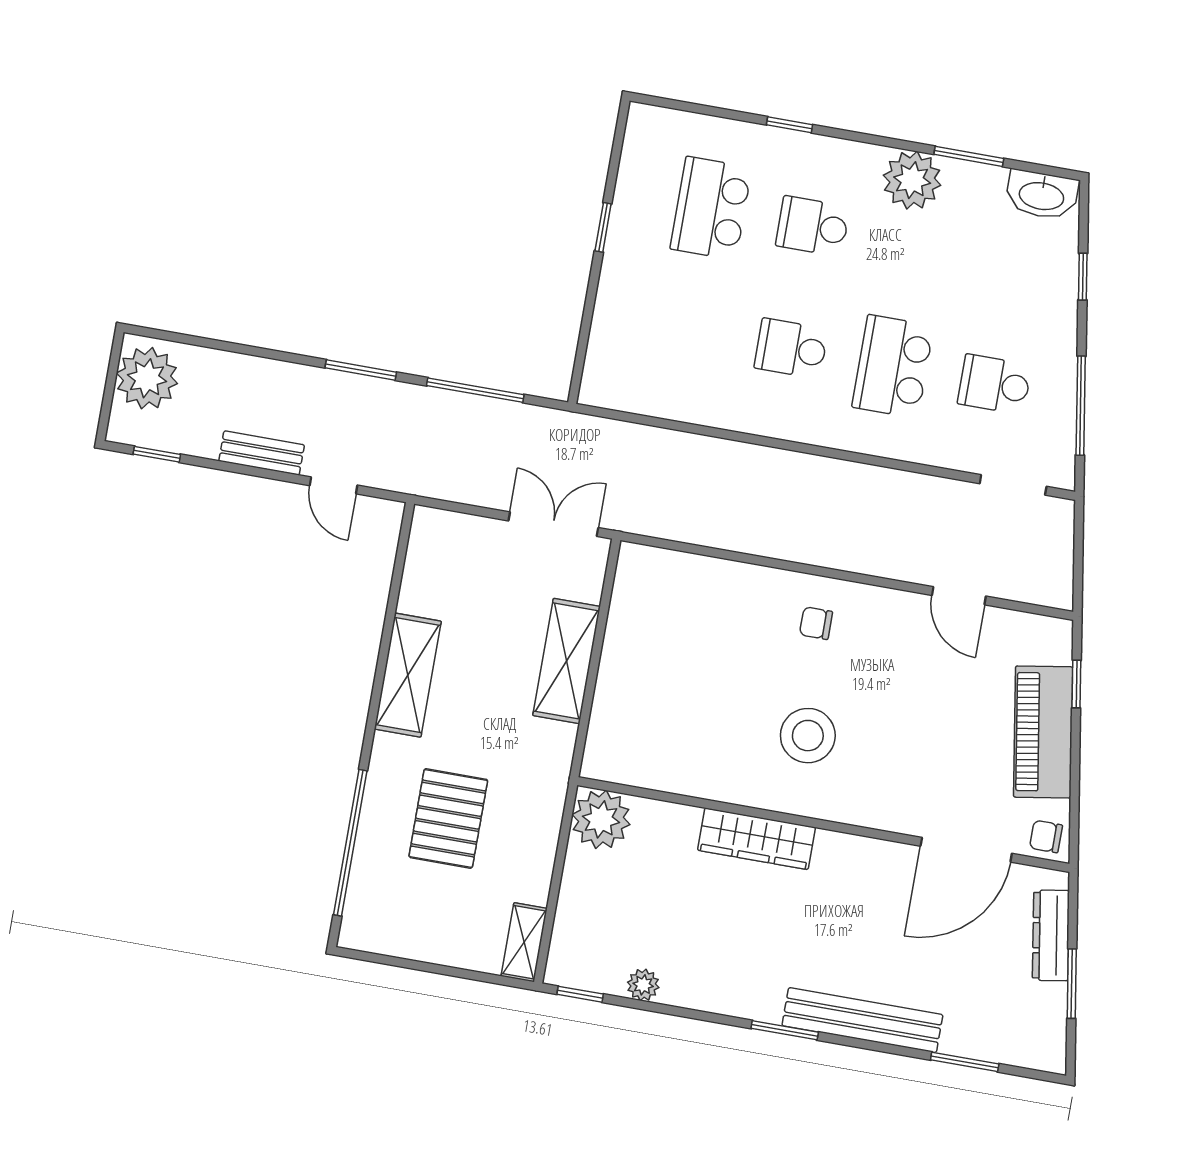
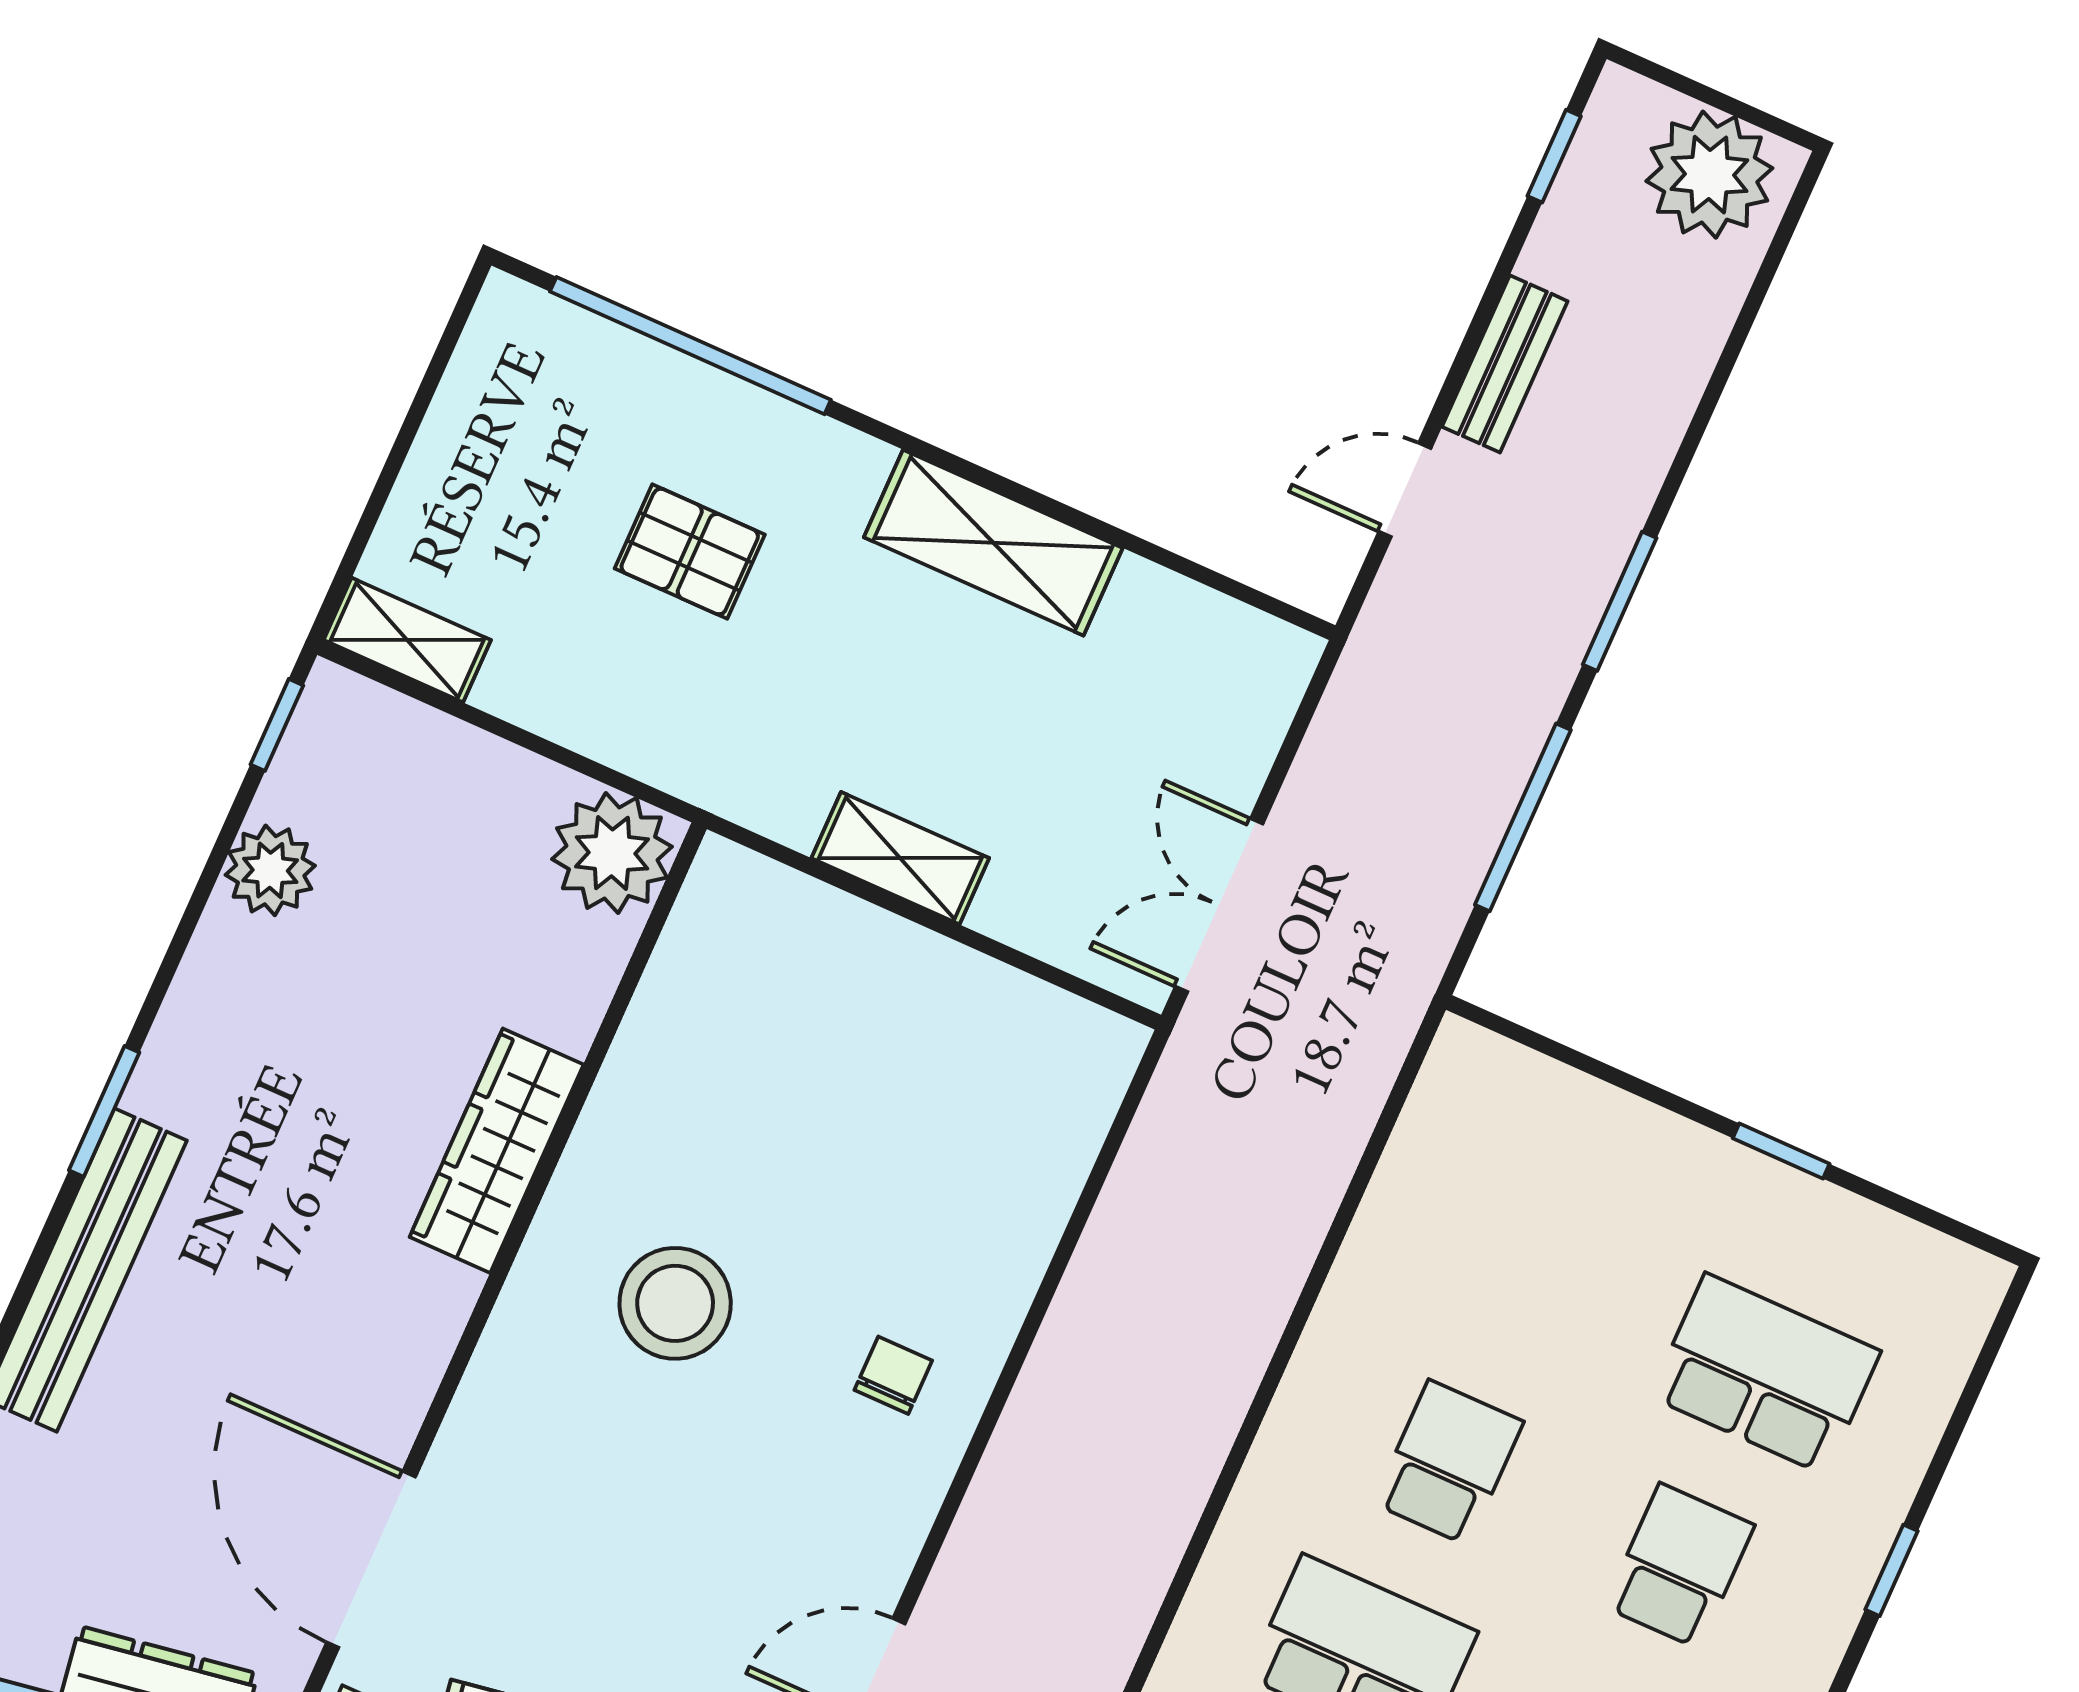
double door: (553, 524) -> (1219, 905), swing flipped
shelving: (567, 661) -> (900, 858), width x0.67, depth x0.75
pallet: (448, 818) -> (690, 552), width x0.67, depth x0.71
plant: (643, 985) -> (270, 870), width x1.38, depth x1.38

